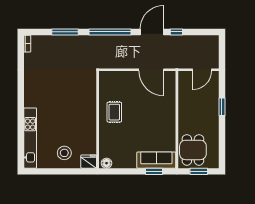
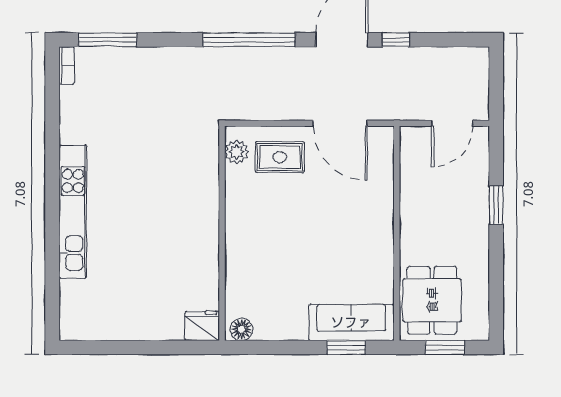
window: (65, 32) -> (108, 40), moved
plant: (104, 83) -> (237, 152), added
rug: (114, 112) -> (280, 157), moved, turned 90
kitchen unit: (30, 138) -> (73, 212), moved
stool: (64, 153) -> (148, 307), removed

